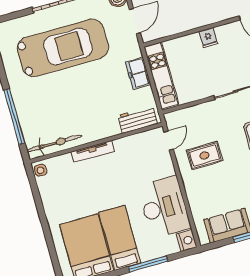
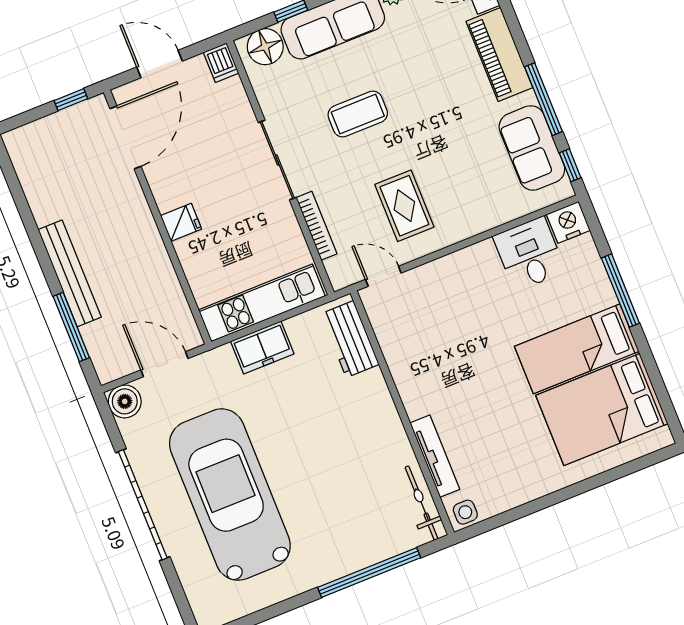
bookcase: (199, 108) -> (317, 226), added
bicycle: (54, 143) -> (422, 503), width x0.73, depth x0.71
tv unit: (93, 151) -> (435, 456), moved
desk: (164, 207) -> (529, 254), width x0.53, depth x0.77
window: (216, 245) -> (570, 165), added

